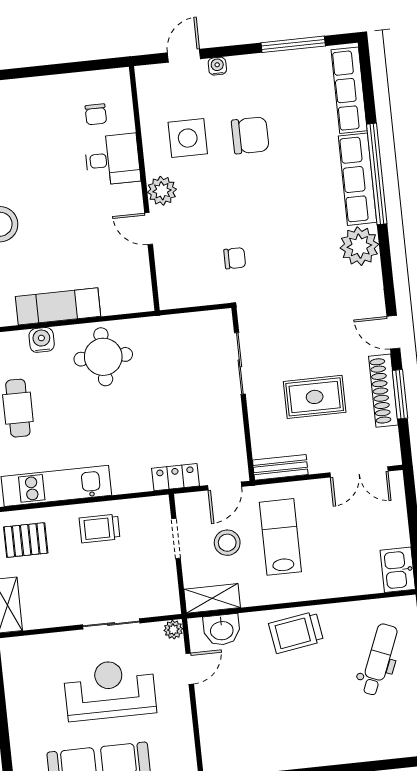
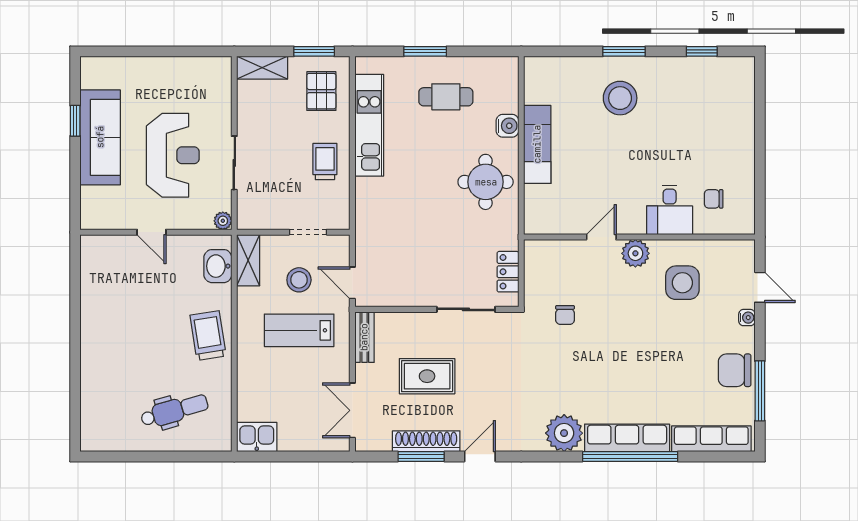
chair: (250, 135) -> (735, 370), moved, turned 90
rug: (315, 397) -> (427, 376), turned 90
locker: (176, 477) -> (508, 272), moved, turned 180
lab bench: (280, 537) -> (299, 330), turned 180
dental chair: (379, 660) -> (174, 411), turned -38
door: (190, 669) -> (152, 232), moved

